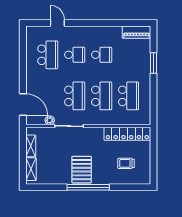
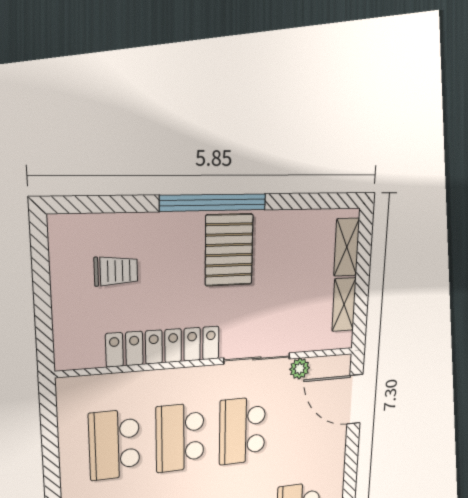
locker: (127, 134) -> (164, 346), moved

